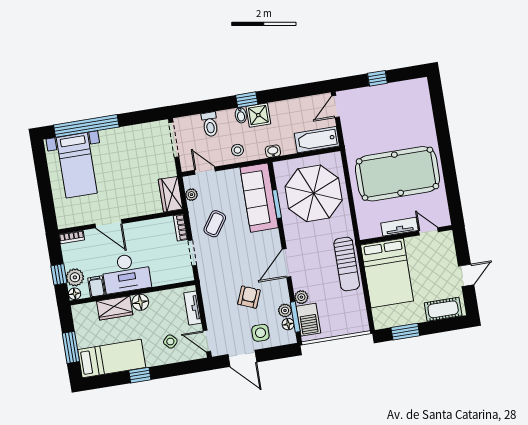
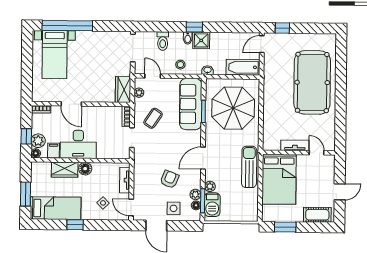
window: (377, 78) -> (282, 28), moved
pool table: (397, 174) -> (312, 82), moved, turned 90
sun lounger: (347, 264) -> (249, 167), turned 180

